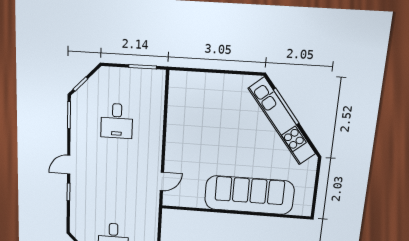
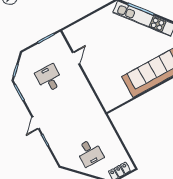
desk: (117, 121) -> (49, 78), turned 180
door: (162, 181) -> (76, 58), moved

